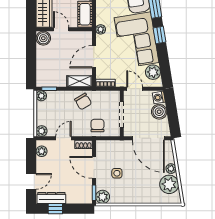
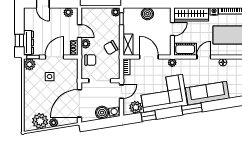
window: (160, 35) -> (149, 116), moved
boiler: (43, 38) -> (147, 14), moved
plant: (42, 131) -> (86, 44), moved
dresser: (51, 198) -> (28, 43), moved
window: (55, 209) -> (19, 40), moved

